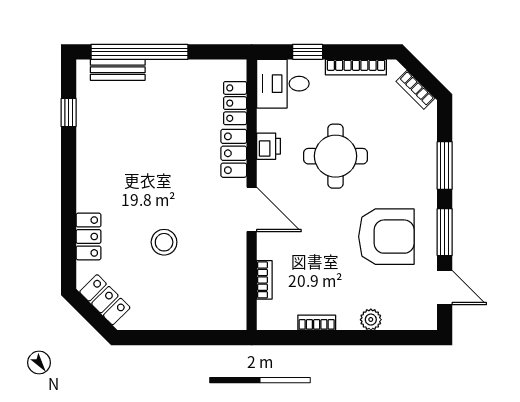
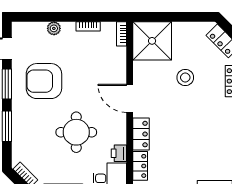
printer: (268, 146) -> (119, 153), moved
bookcase: (264, 280) -> (122, 34), moved
shower: (216, 300) -> (152, 41), added

